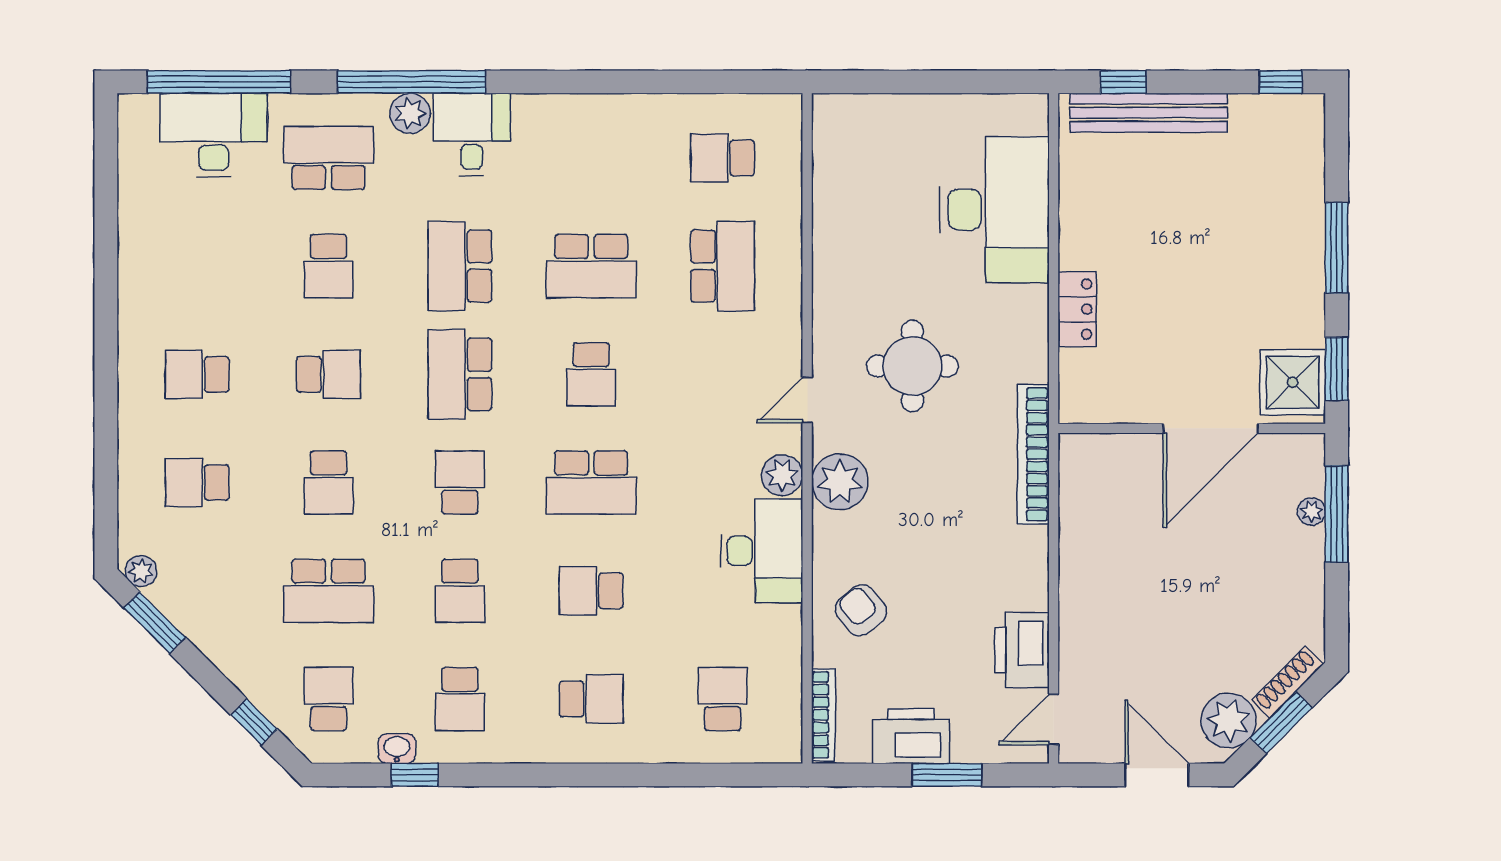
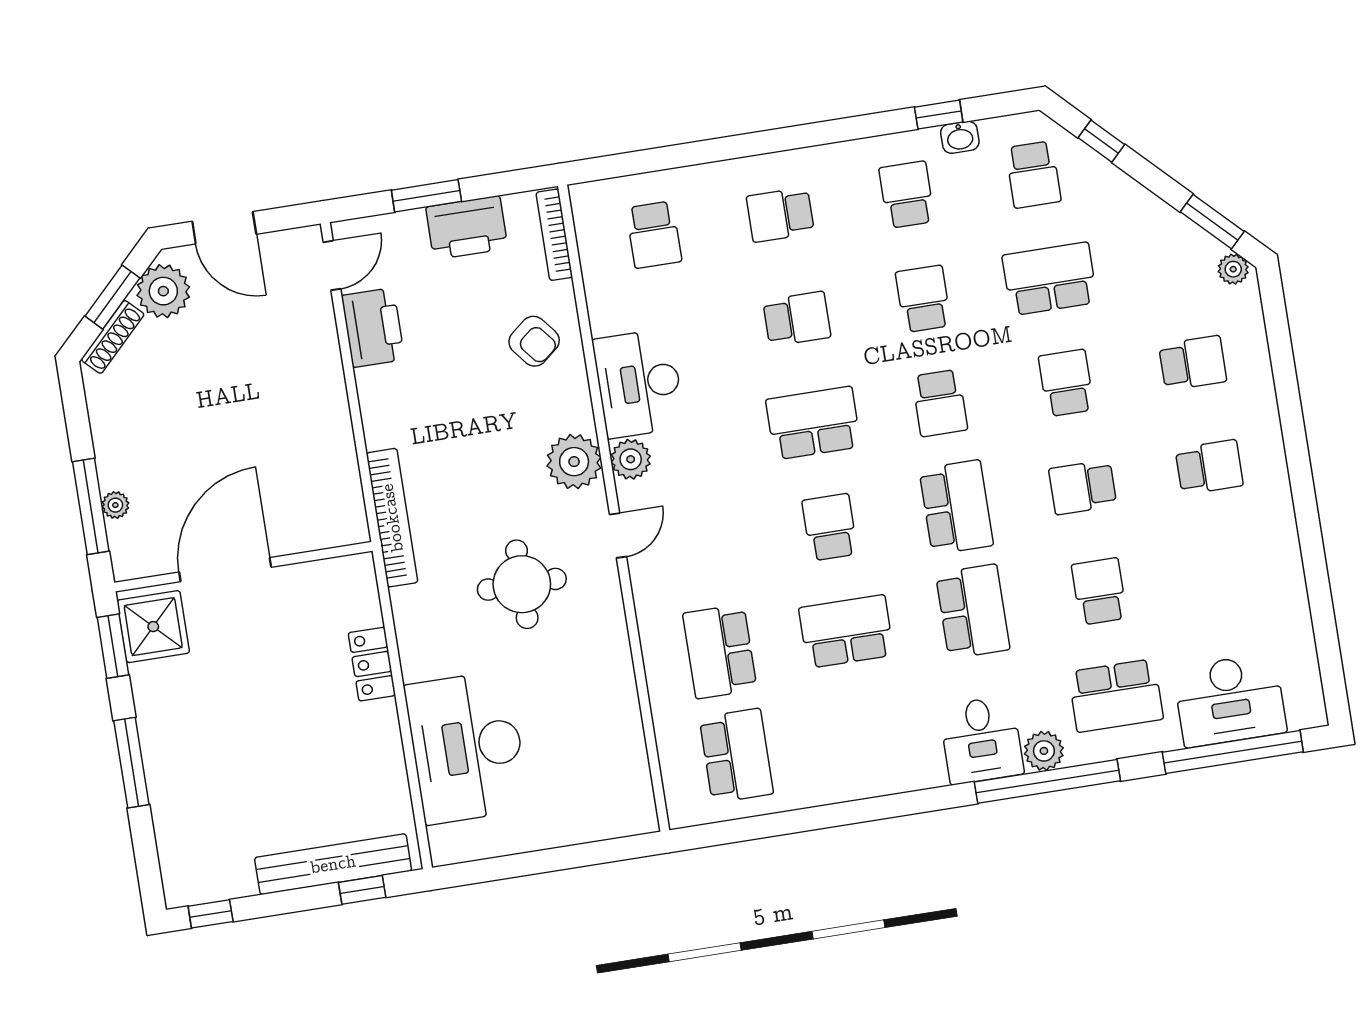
school desk: (723, 158) -> (736, 756), width x1.85

